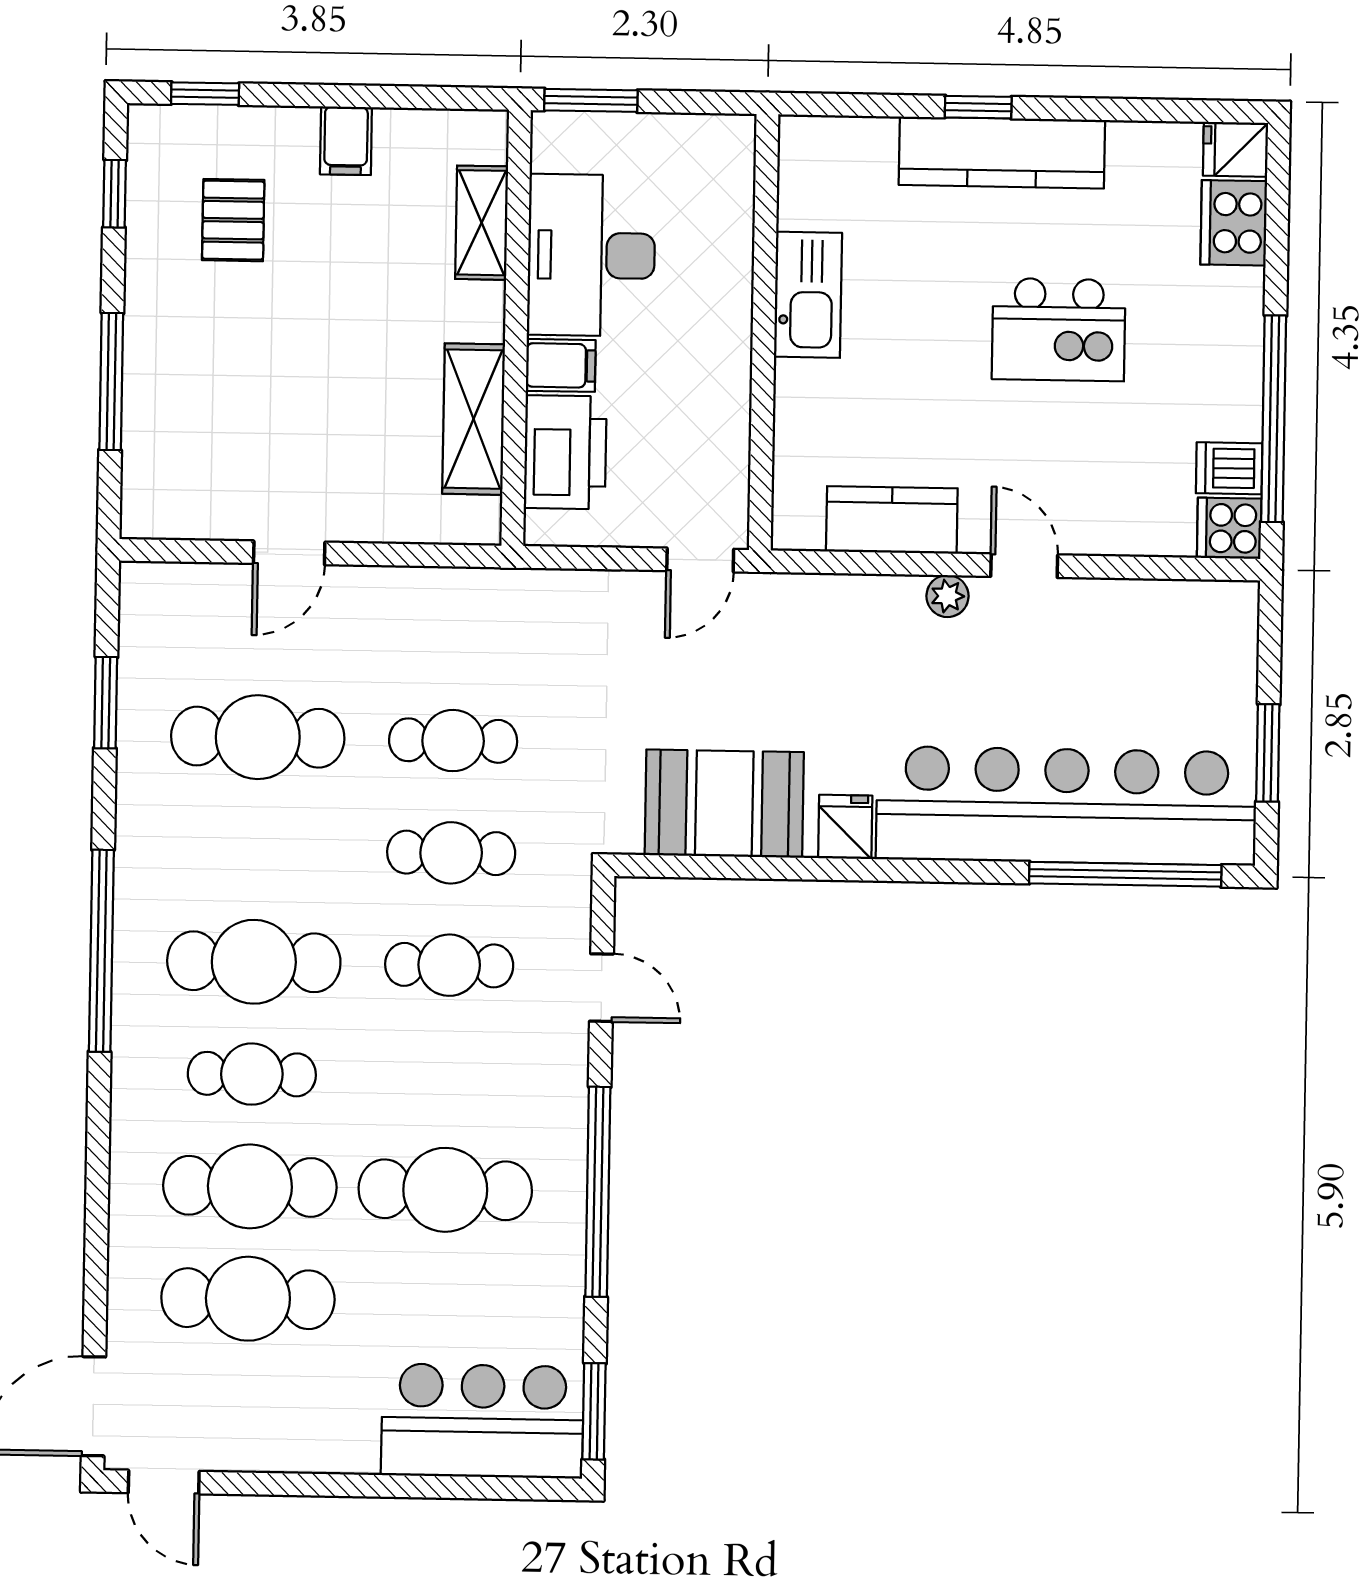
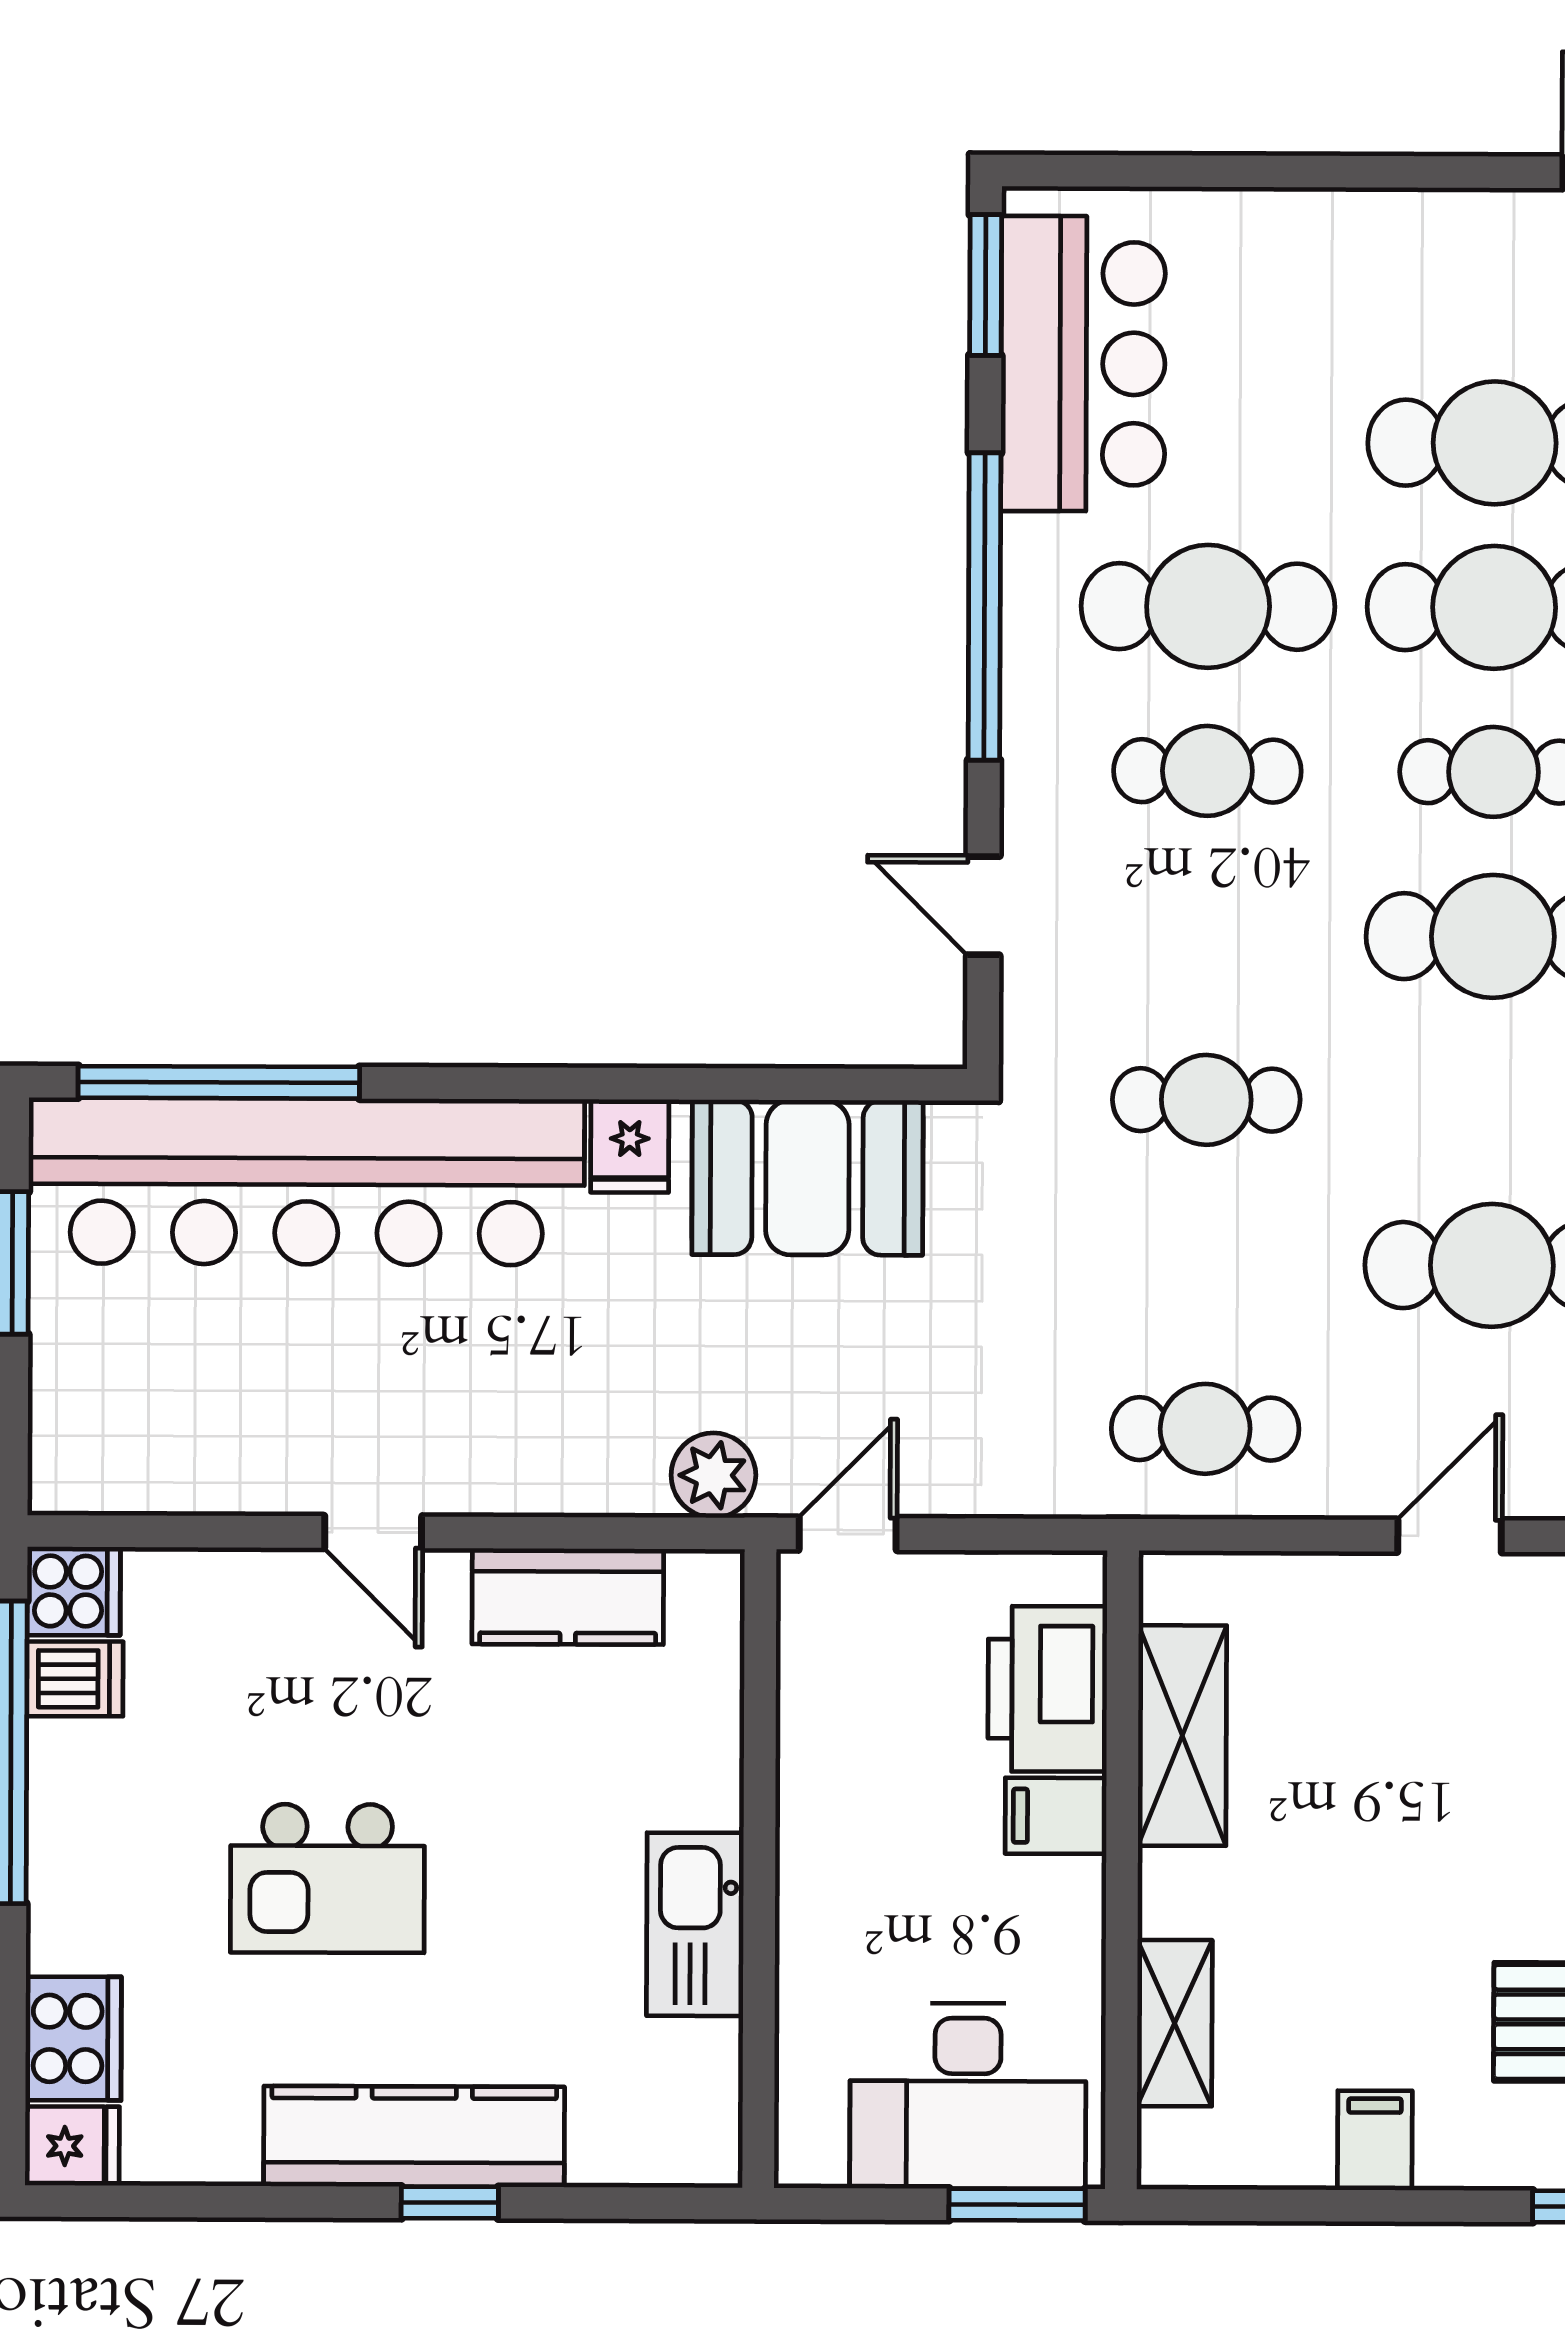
desk: (591, 255) -> (968, 2096), moved, turned 90
kitchen island: (1059, 330) -> (327, 1878), turned 180
plant: (947, 596) -> (713, 1475), moved, width x1.38, depth x1.38
cafe table: (453, 741) -> (1205, 1429), moved
cafe table: (449, 965) -> (1207, 771), moved
bar counter: (482, 1421) -> (1083, 364), moved, turned -90

